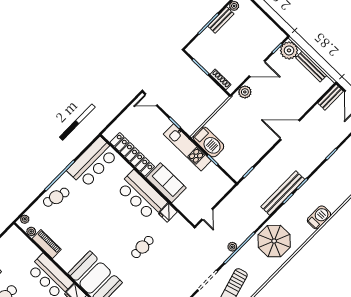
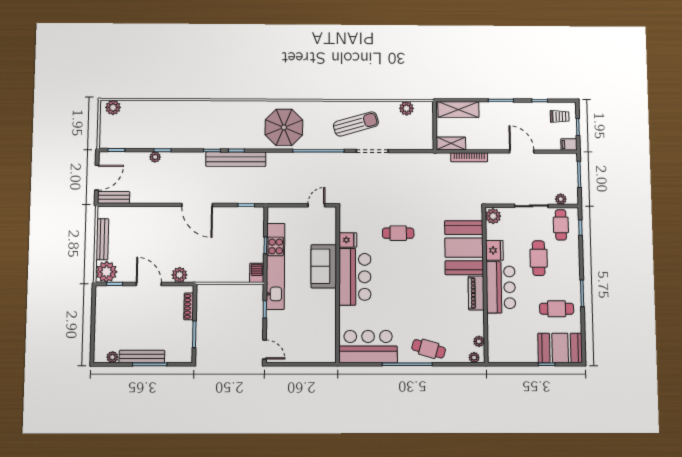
bench: (221, 20) -> (142, 357), width x1.36
door: (290, 130) -> (197, 205), moved
barbecue: (209, 142) -> (257, 273), width x0.53, depth x0.65
kitchen unit: (187, 147) -> (276, 266), width x1.36
locker: (132, 154) -> (328, 319), removed
barbecue: (319, 217) -> (227, 109), removed
piano: (47, 244) -> (476, 293), moved
plant: (232, 247) -> (155, 157), moved

